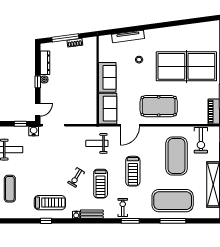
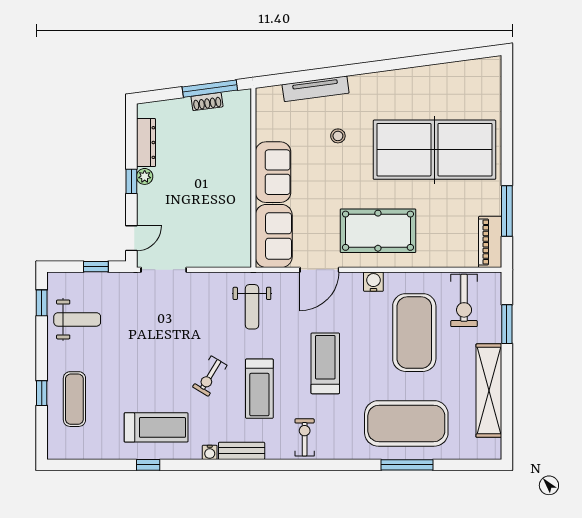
window: (65, 38) -> (210, 89), moved
water cooler: (34, 131) -> (373, 282), moved
weight bench: (97, 143) -> (252, 307), turned -90
treadmill: (133, 171) -> (325, 363), turned 180
window: (130, 221) -> (320, 465), removed

